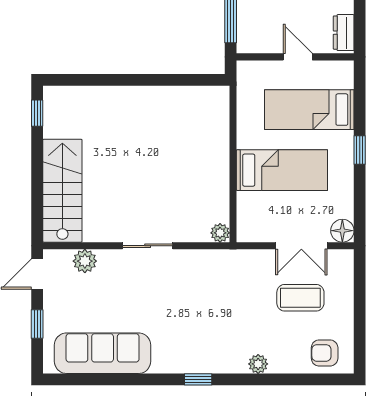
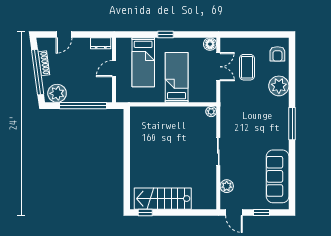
stairs: (62, 191) -> (163, 199), moved
plant: (258, 364) -> (279, 86), width x1.87, depth x1.87
window: (198, 379) -> (292, 124), width x2.17

